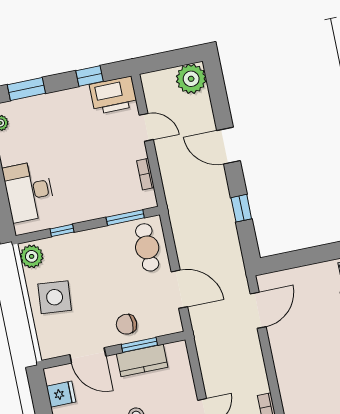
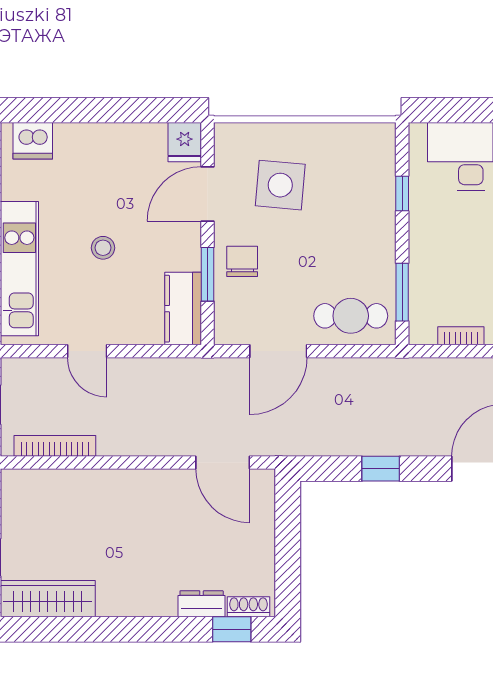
plant: (32, 256) -> (373, 140), removed
side table: (55, 297) -> (280, 185), moved
kitchen counter: (142, 361) -> (183, 309), moved
fridge: (61, 394) -> (185, 142), moved

